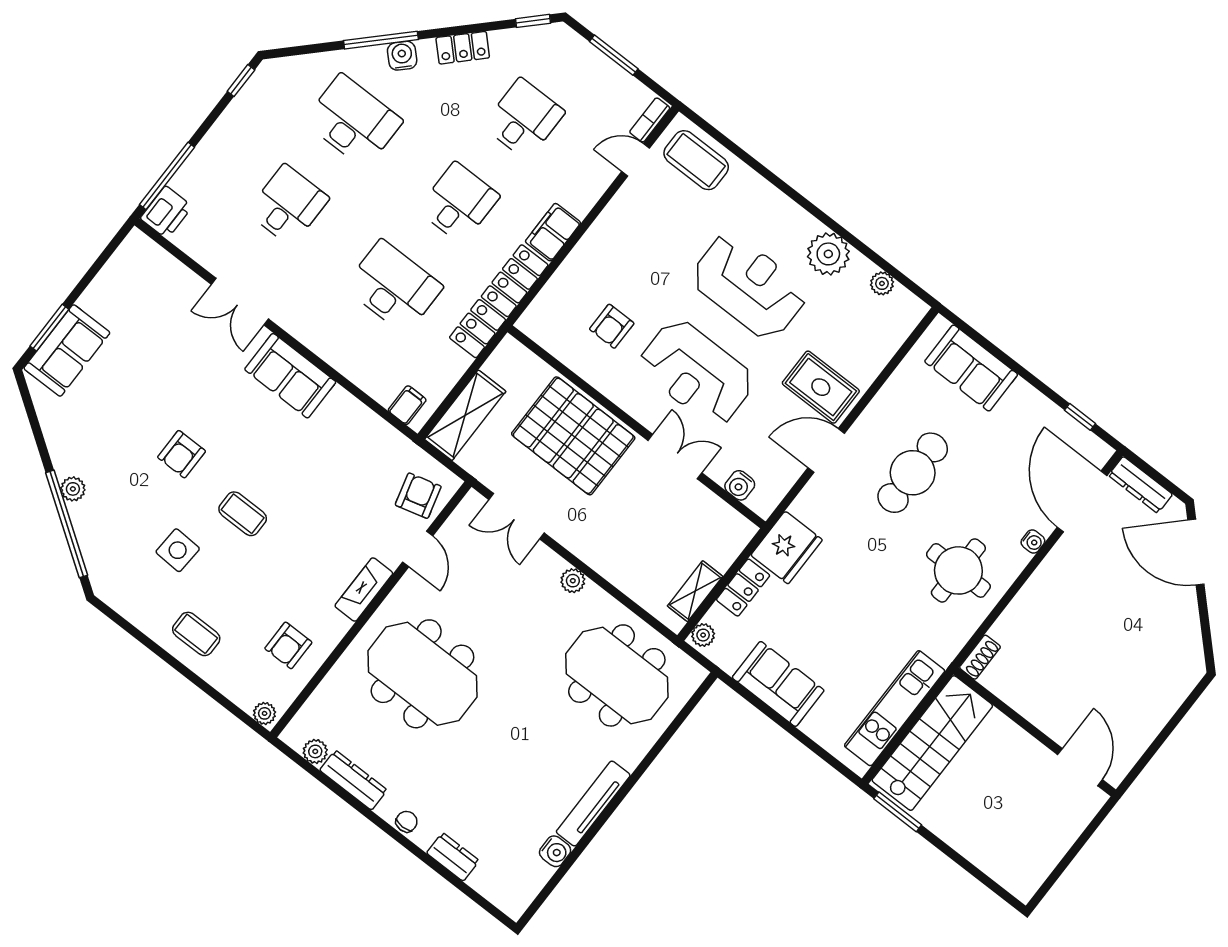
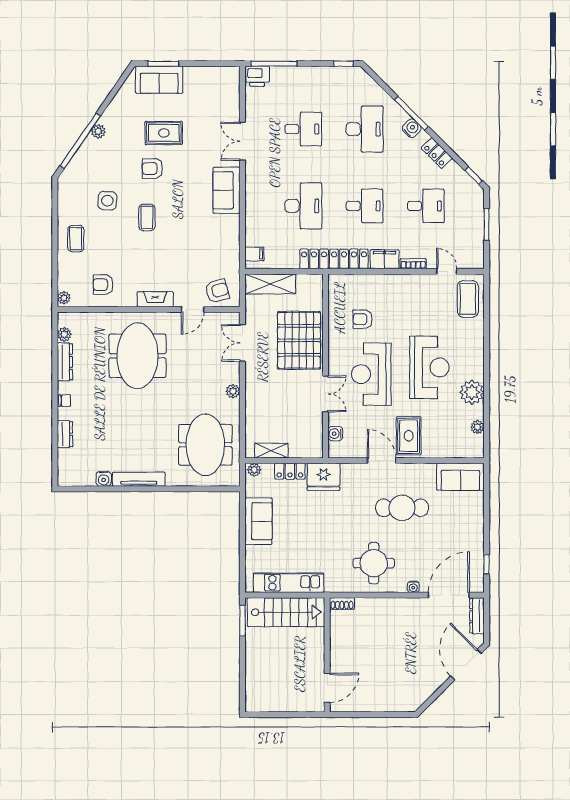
bookcase: (650, 120) -> (413, 264), moved
sofa: (971, 368) -> (460, 477), moved, turned -90
rug: (145, 401) -> (164, 133), added

